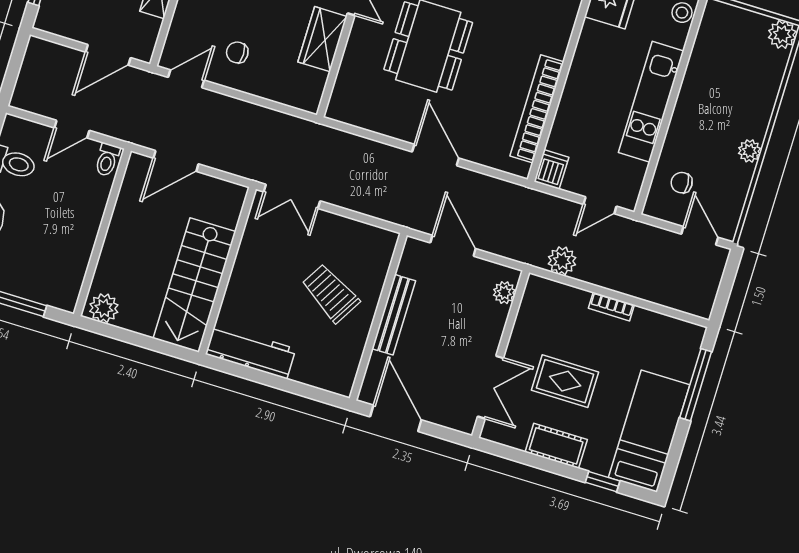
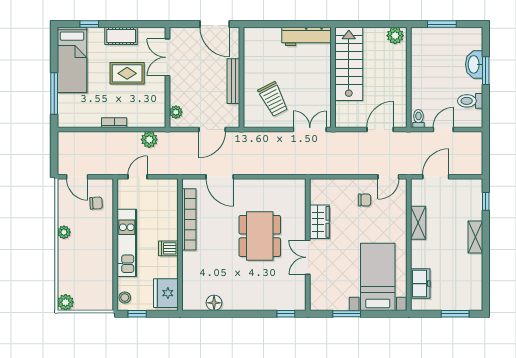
door: (435, 155) -> (220, 177), moved
dishwasher: (551, 169) -> (168, 248), moved, turned 90
door: (453, 246) -> (212, 129), hinge flipped
trolley: (331, 293) -> (273, 99), moved, turned 32

